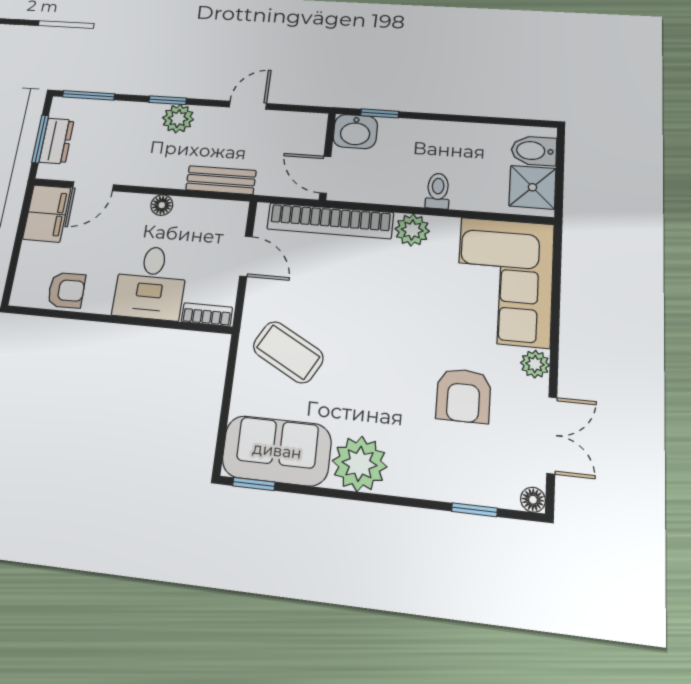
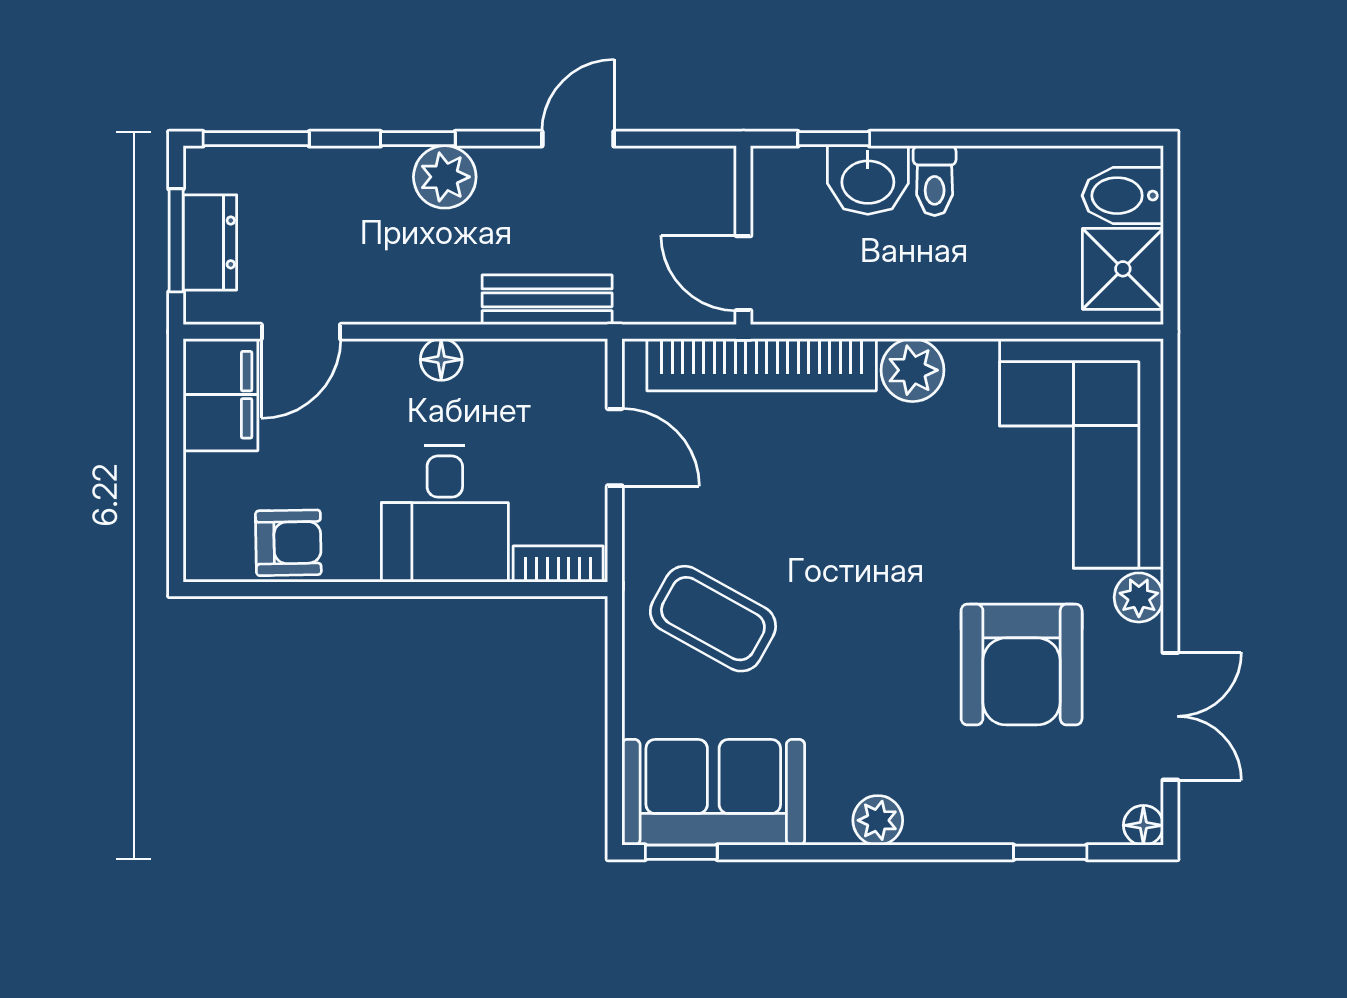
washbasin: (355, 132) -> (868, 180), moved
toilet: (438, 191) -> (935, 181), moved, turned 180
armchair: (463, 396) -> (1022, 664), width x1.36, depth x1.36
plant: (360, 464) -> (878, 820), width x0.53, depth x0.53

